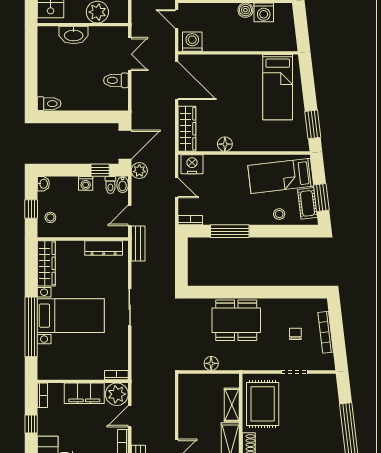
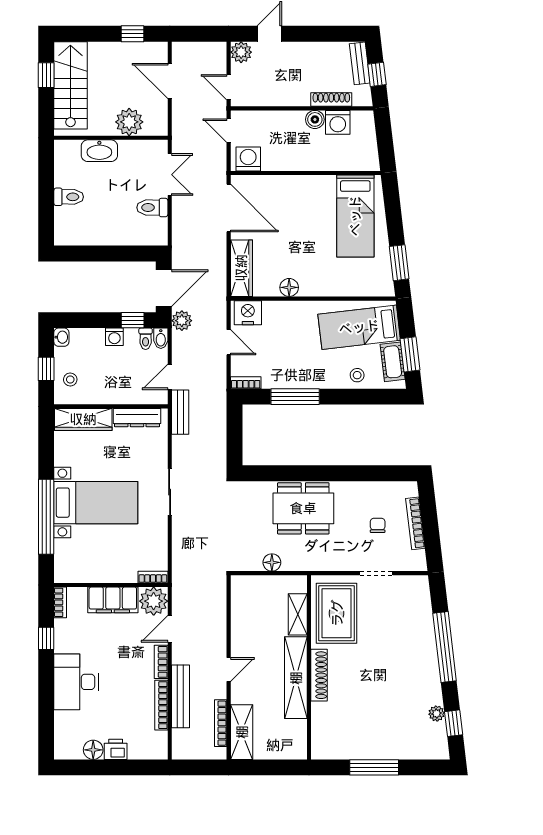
toilet: (49, 104) -> (69, 197), moved
wardrobe: (46, 263) -> (83, 419), moved, turned 90

